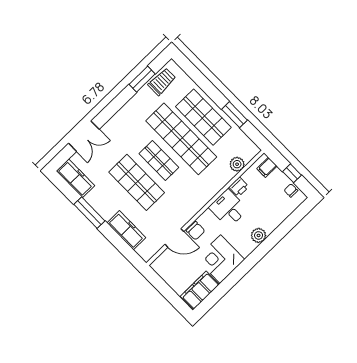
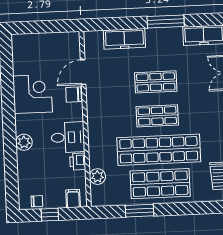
shop shelf: (137, 182) -> (156, 82), width x0.70, depth x0.74
filing cabinet: (200, 290) -> (22, 54), removed

